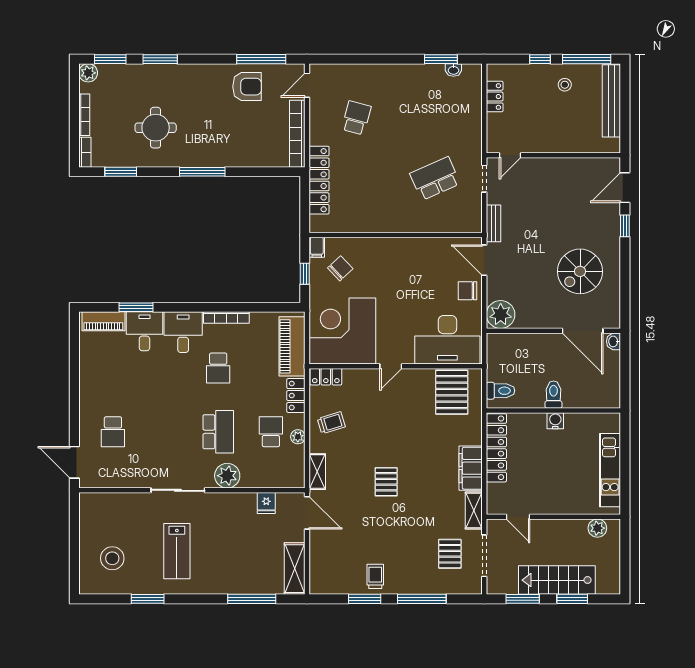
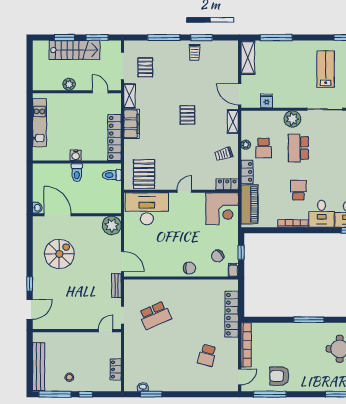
chair: (467, 291) -> (189, 268), moved
corner desk: (342, 331) -> (222, 209), width x0.74, depth x0.74
plant: (597, 528) -> (69, 84), moved

